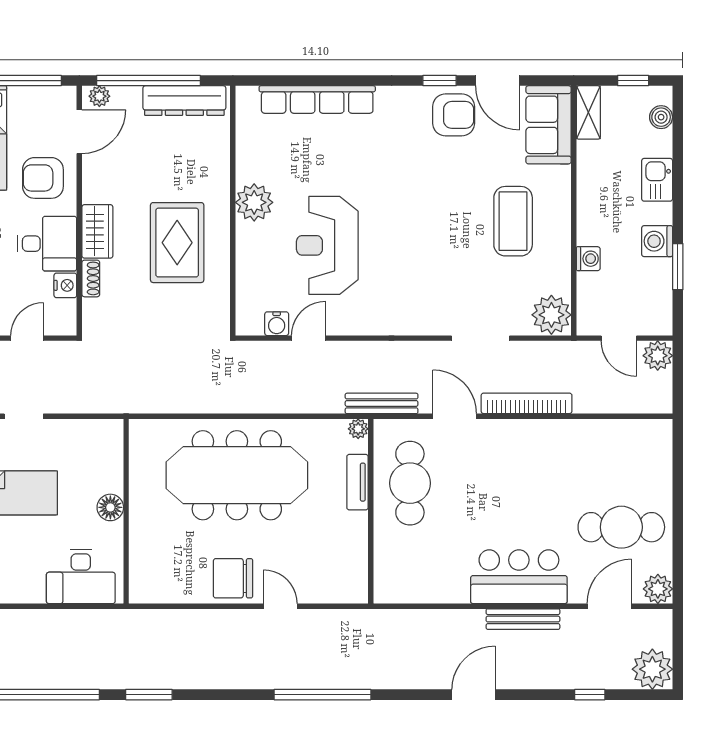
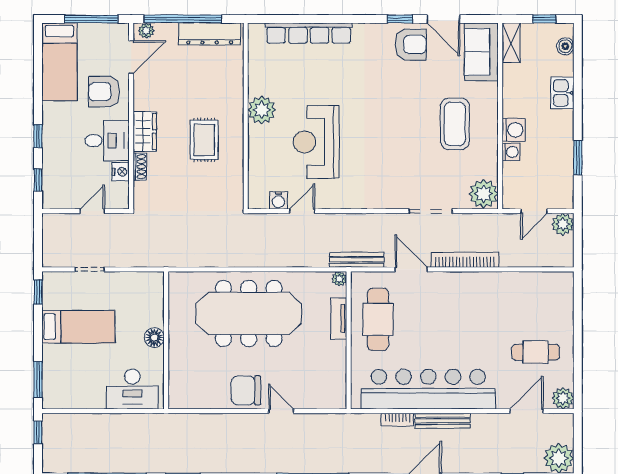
washing machine: (657, 241) -> (514, 130), moved, turned 180
rug: (177, 243) -> (204, 140), width x0.73, depth x0.70
door: (619, 338) -> (534, 211), hinge flipped
cafe table: (621, 527) -> (536, 352), width x0.73, depth x0.74
bar counter: (519, 577) -> (428, 389), width x1.86
bookcase: (436, 617) -> (397, 420), added
bench: (523, 619) -> (443, 421), moved

